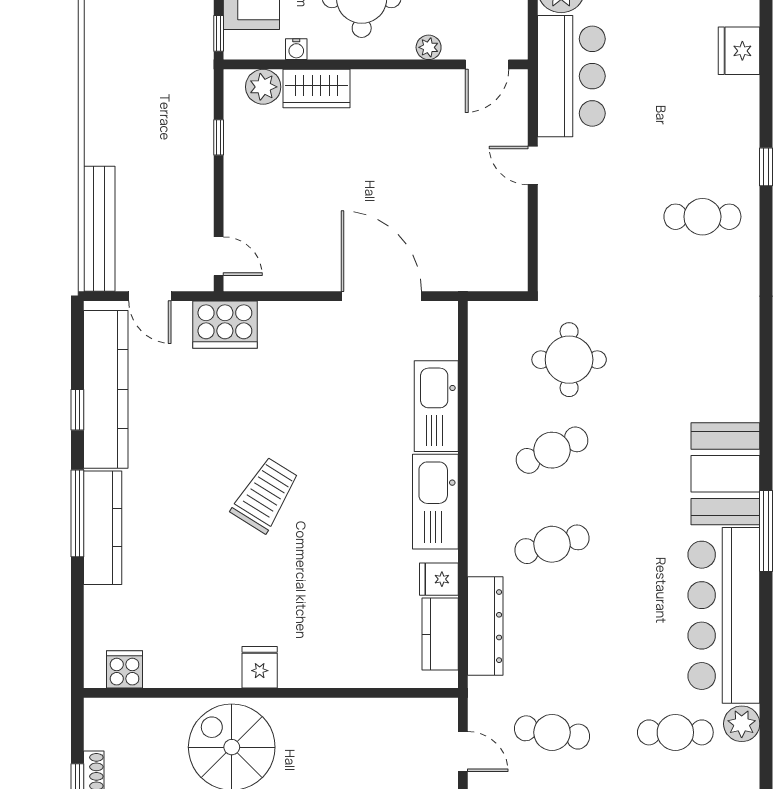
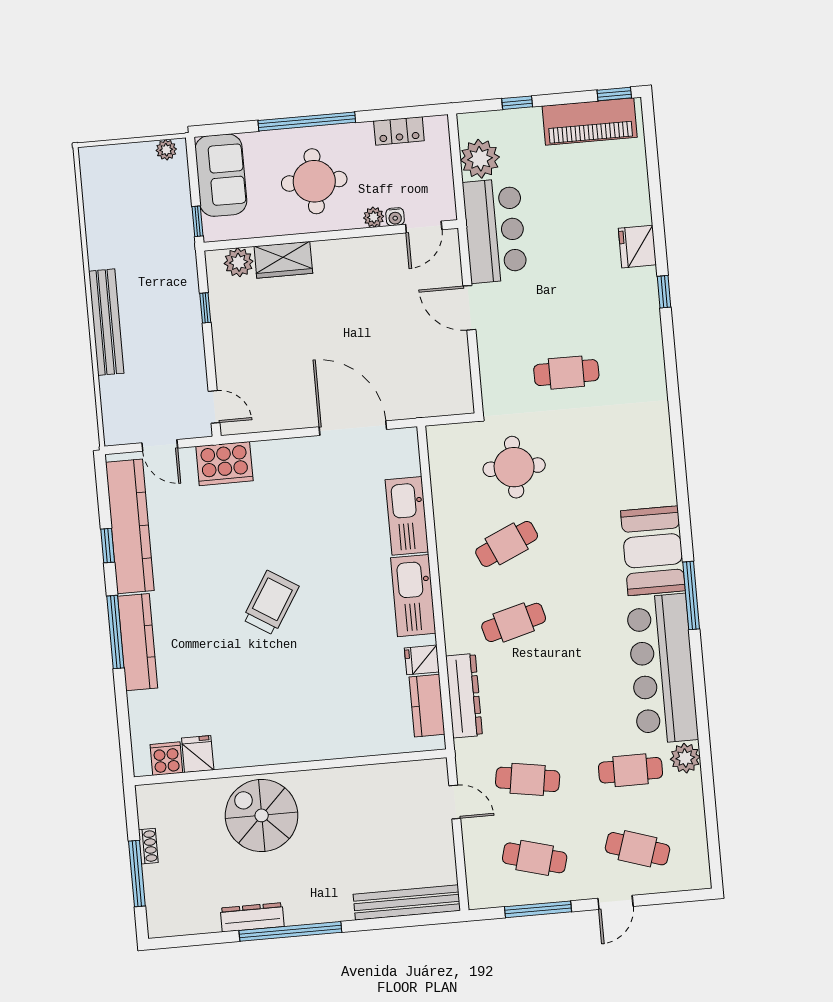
water cooler: (296, 49) -> (395, 217), moved
fridge: (739, 51) -> (637, 247), moved
door: (533, 165) -> (469, 308), width x1.38
cafe table: (702, 217) -> (566, 373), moved
bench: (99, 229) -> (106, 322), moved
fridge: (260, 667) -> (198, 754), moved

